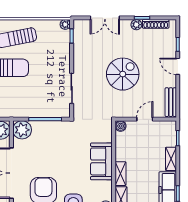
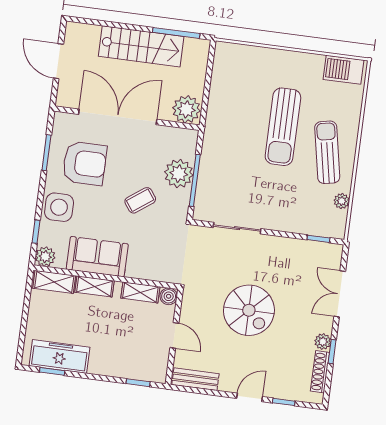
plant: (65, 24) -> (342, 201), moved
plant: (22, 130) -> (179, 174), moved
coffee table: (62, 152) -> (140, 200), added
shelving: (171, 159) -> (140, 292), moved
sofa: (101, 161) -> (97, 257), moved

